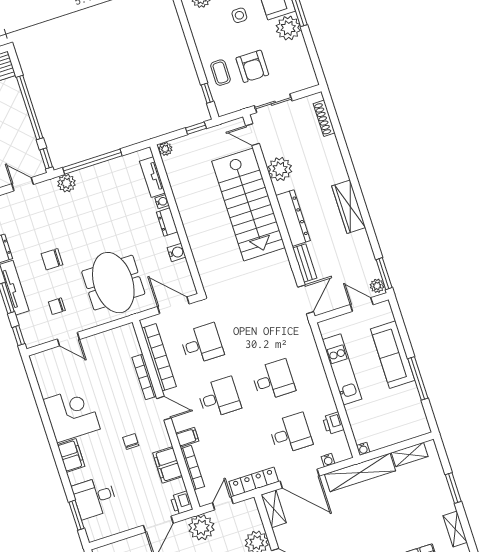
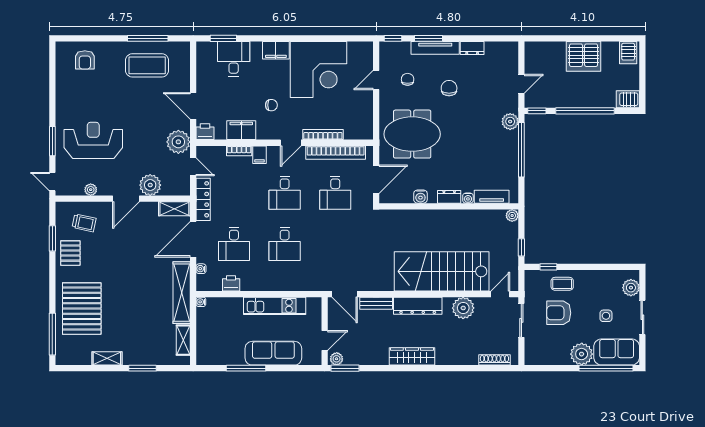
corner desk: (72, 414) -> (318, 69), width x1.36, depth x1.36
bookcase: (193, 468) -> (239, 151), width x0.64

